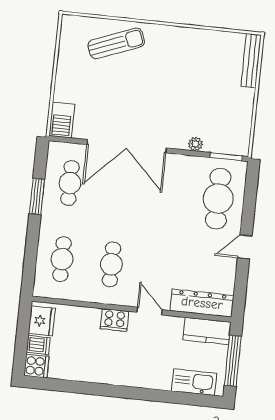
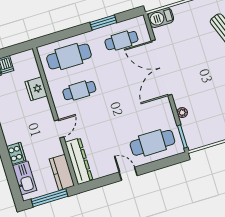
cafe table: (62, 259) -> (69, 57), width x1.37, depth x1.35
cooker: (115, 320) -> (16, 153), moved, turned 180
fridge: (42, 321) -> (36, 89), moved, turned 90

